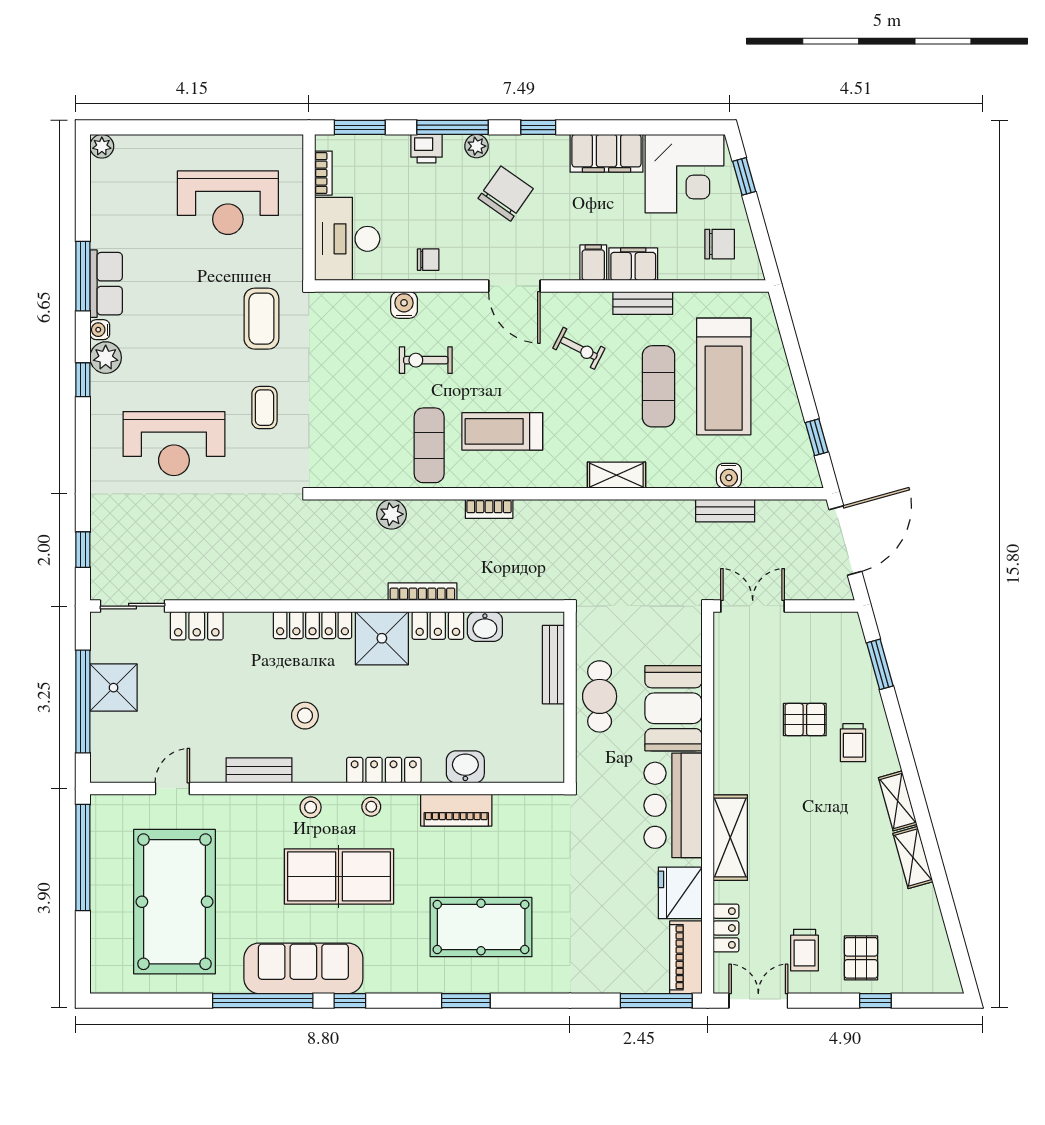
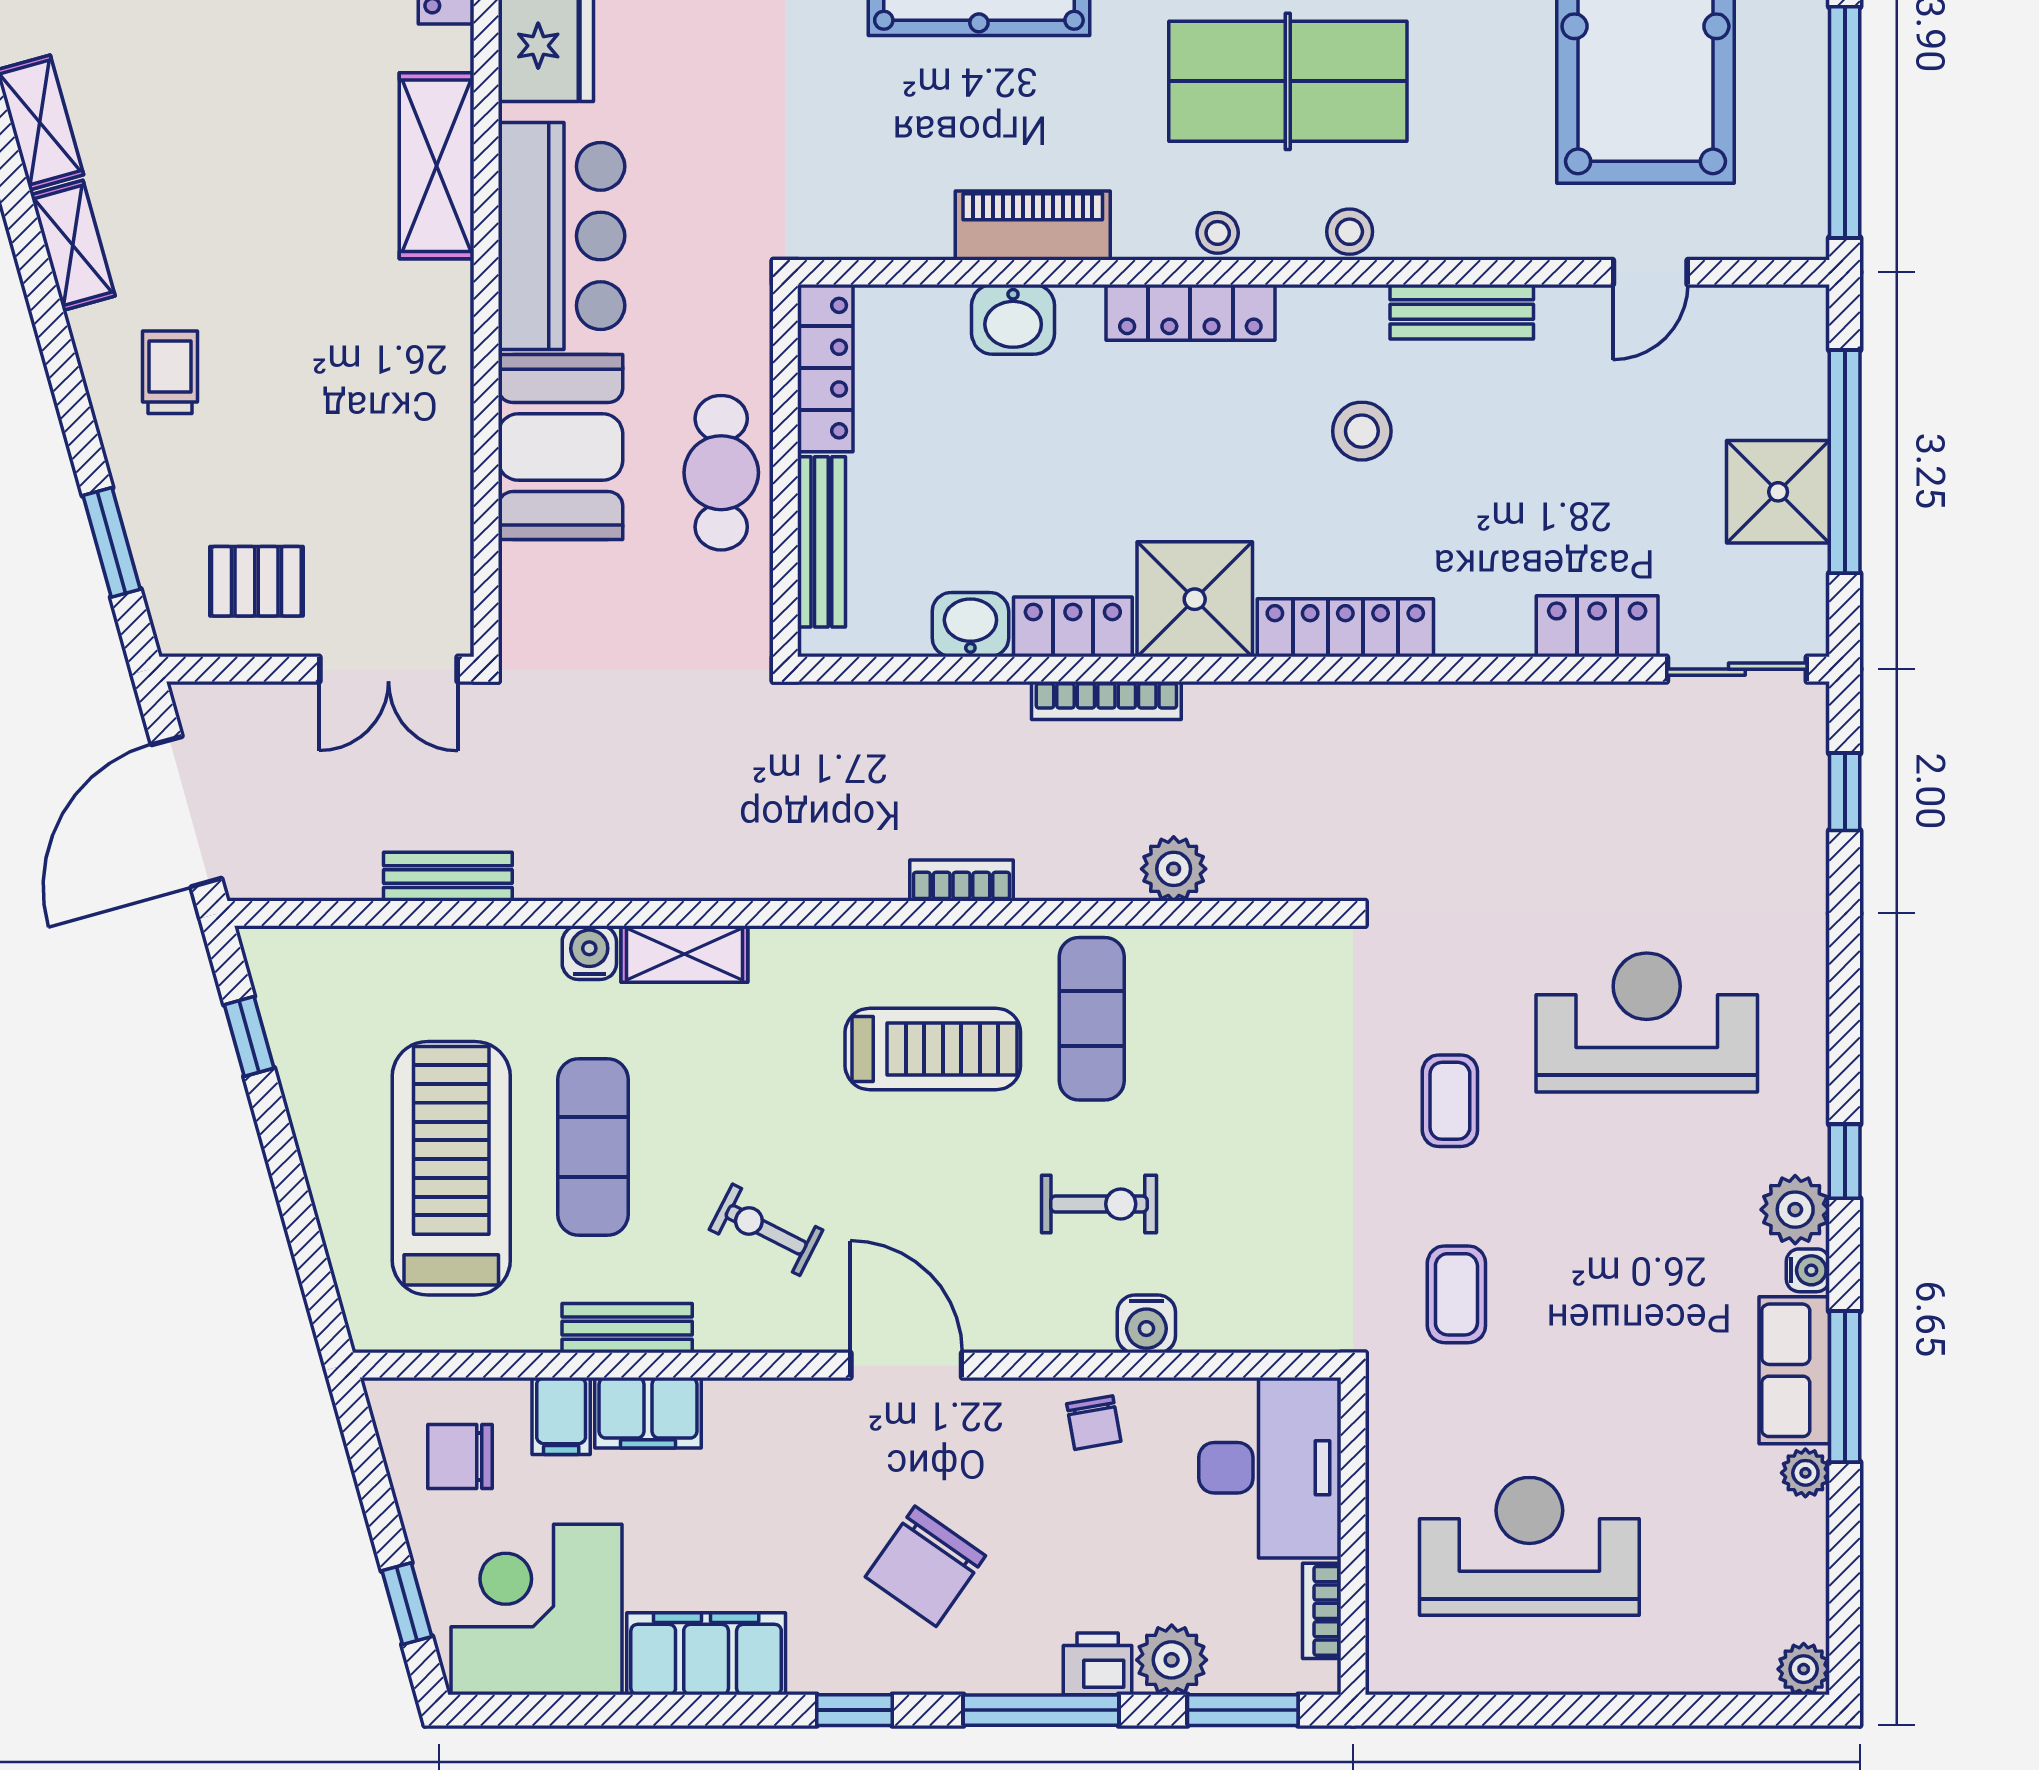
plant: (477, 146) -> (1172, 1660), moved, width x1.38, depth x1.38
plant: (101, 236) -> (1805, 1473), added
chair: (428, 260) -> (1094, 1423), turned -100
filing cabinet: (593, 263) -> (561, 1416), moved
coffee table: (261, 319) -> (1456, 1294), width x0.73, depth x0.77
water cooler: (729, 476) -> (589, 953), moved
pallet: (805, 720) -> (256, 581), moved
locker: (552, 745) -> (825, 368), added

